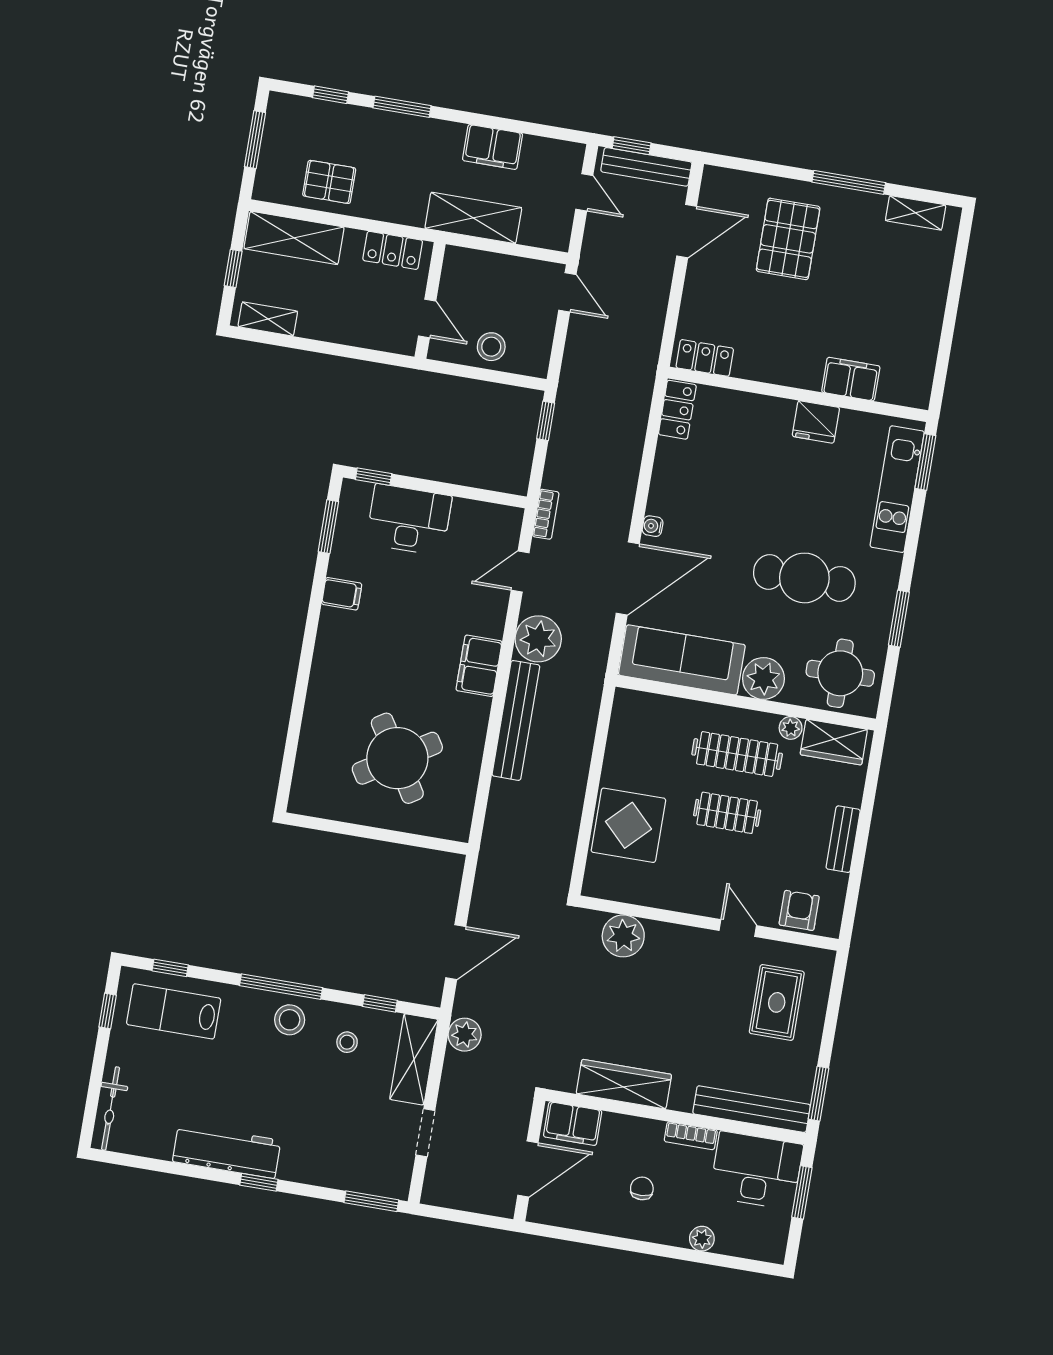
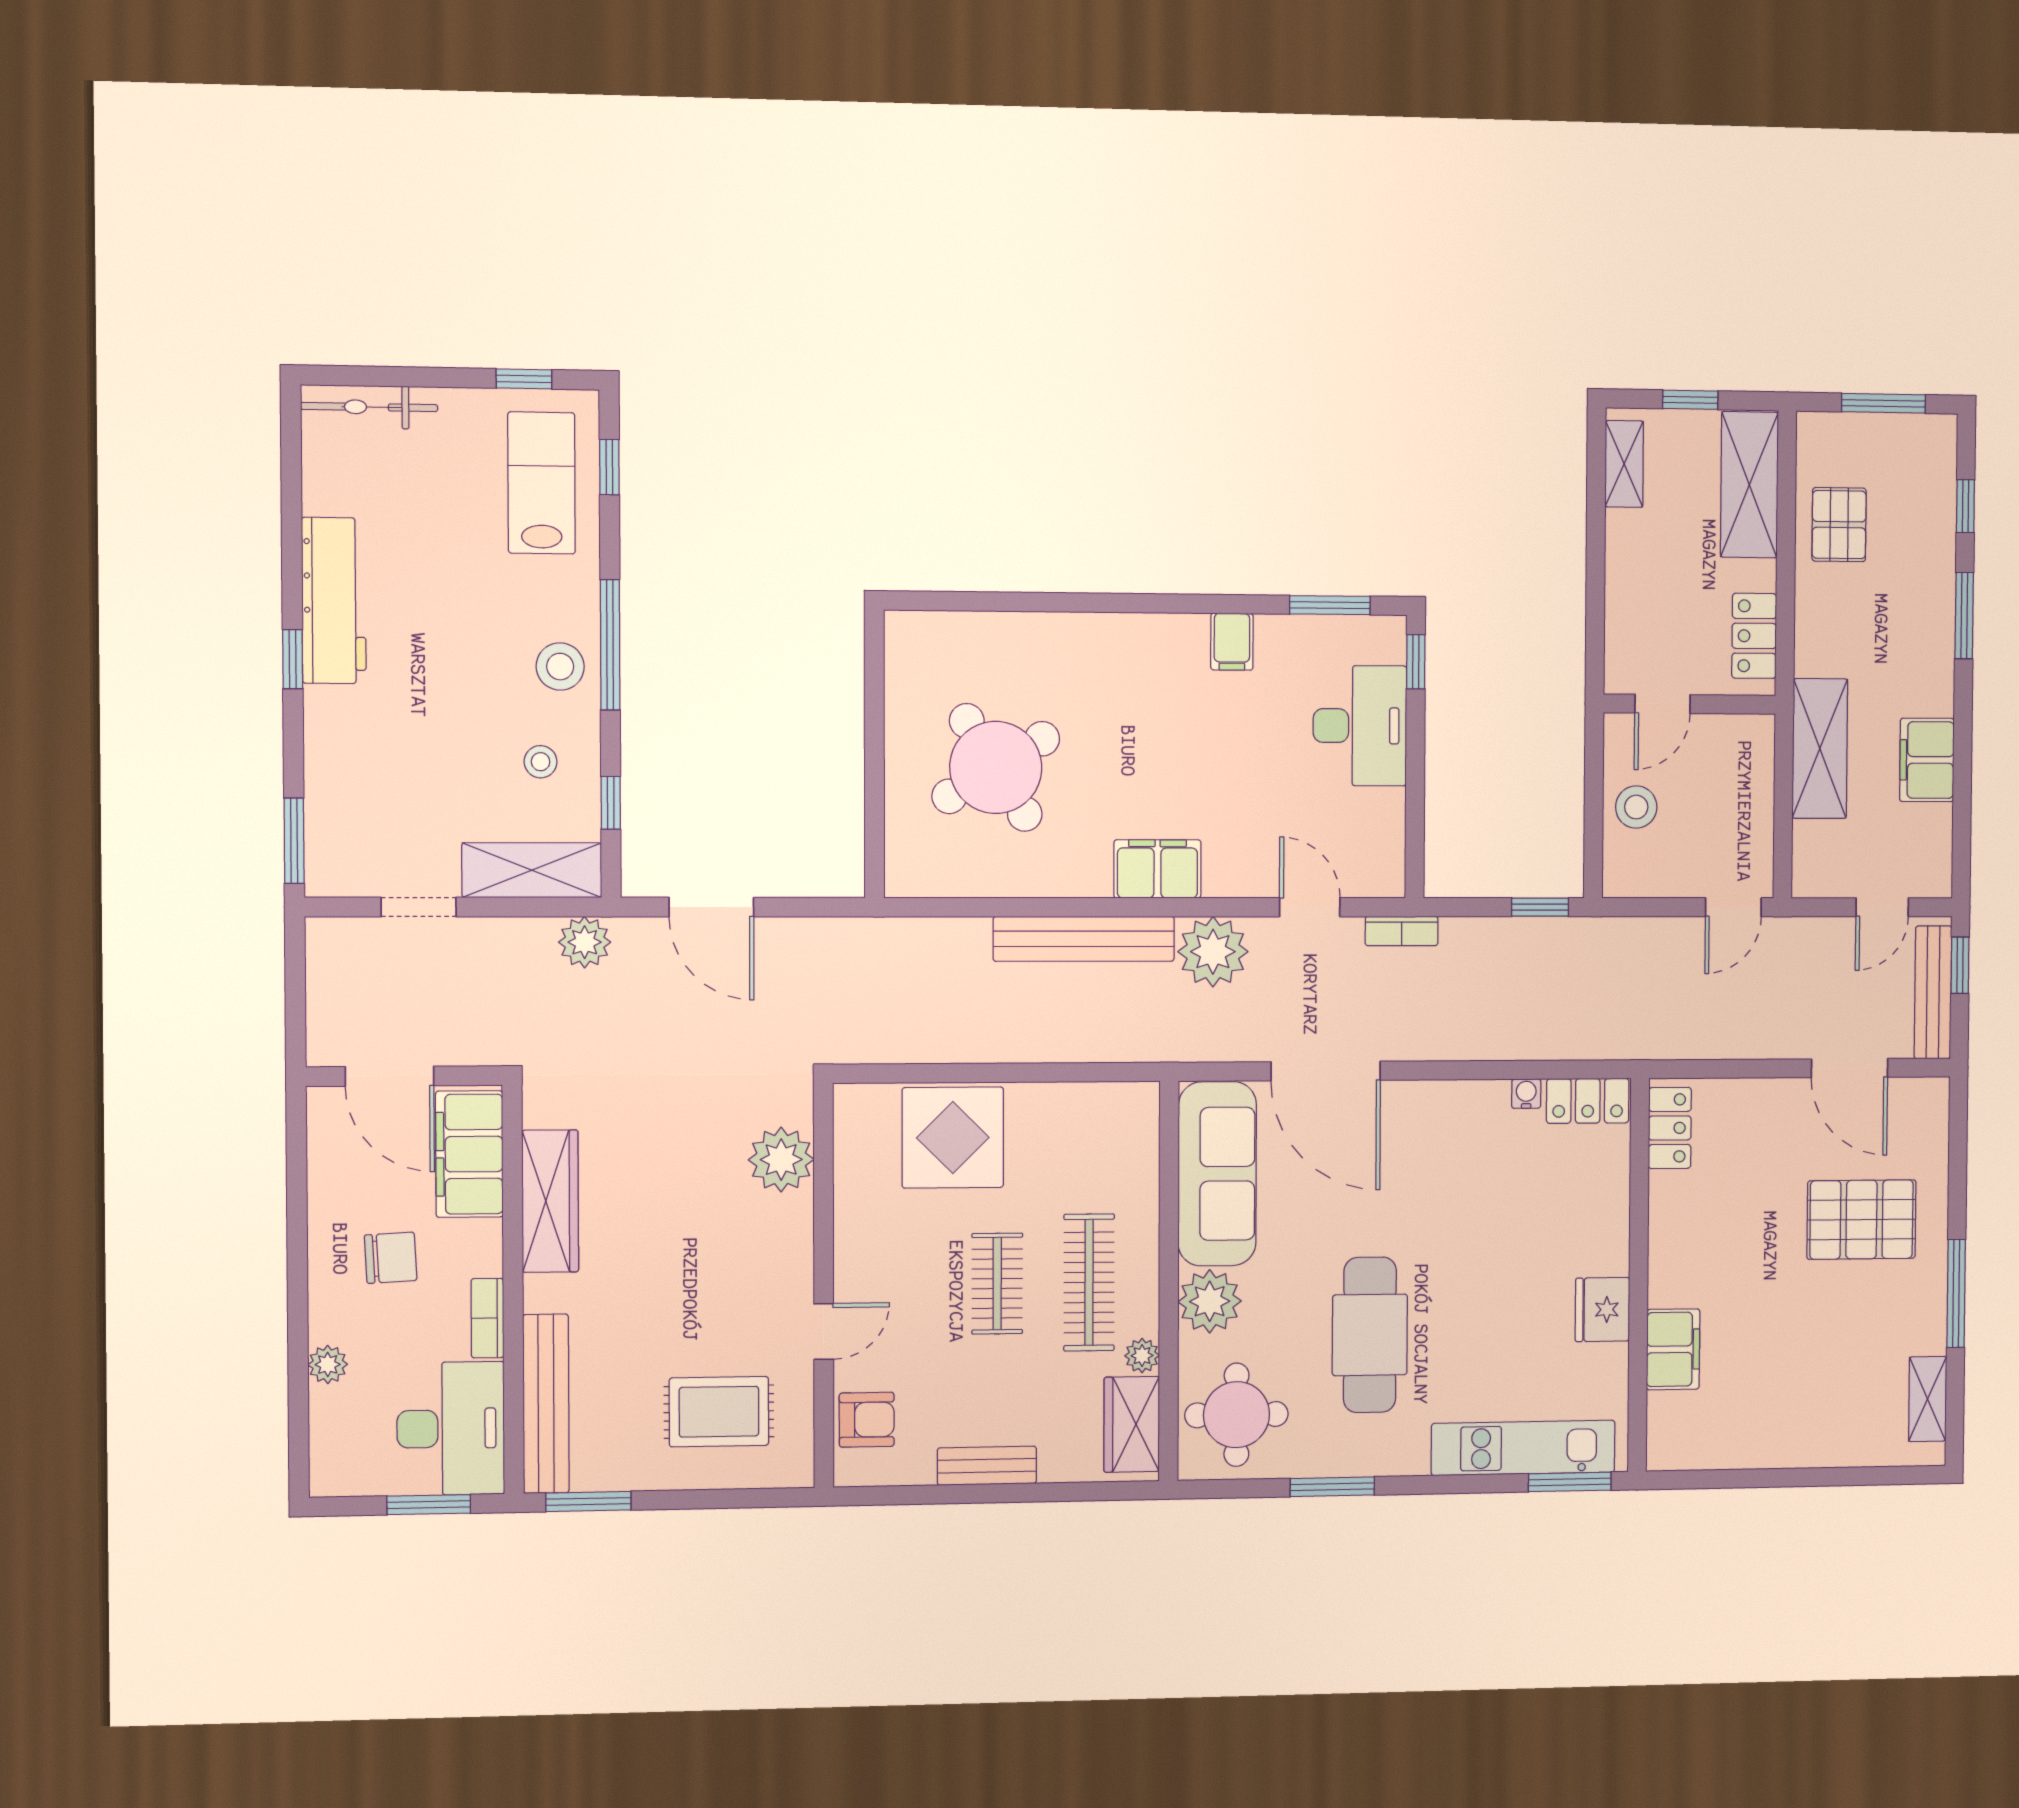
water cooler: (653, 526) -> (1526, 1094), moved
filing cabinet: (573, 1124) -> (469, 1154), width x1.50, depth x1.17
chair: (642, 1188) -> (391, 1258), width x1.37, depth x1.37

